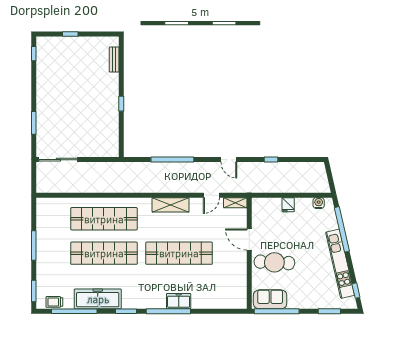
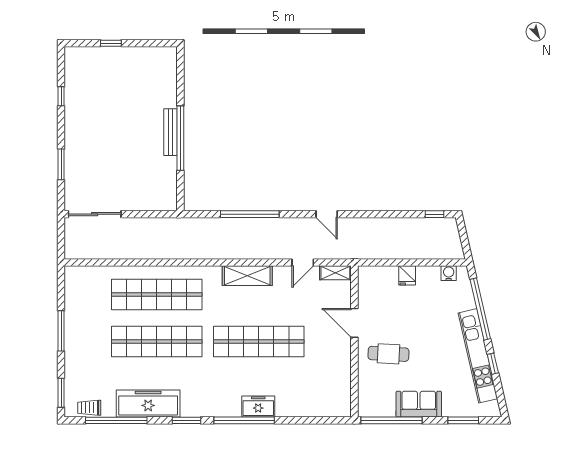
window: (34, 54) -> (61, 96), moved
bench: (114, 59) -> (171, 132), moved, width x1.36
window: (121, 104) -> (180, 138), width x3.17
window: (271, 160) -> (435, 214), moved
cafe table: (274, 262) -> (388, 354), width x0.73, depth x0.74
window: (356, 291) -> (493, 364), moved
sofa: (270, 299) -> (419, 404), moved

